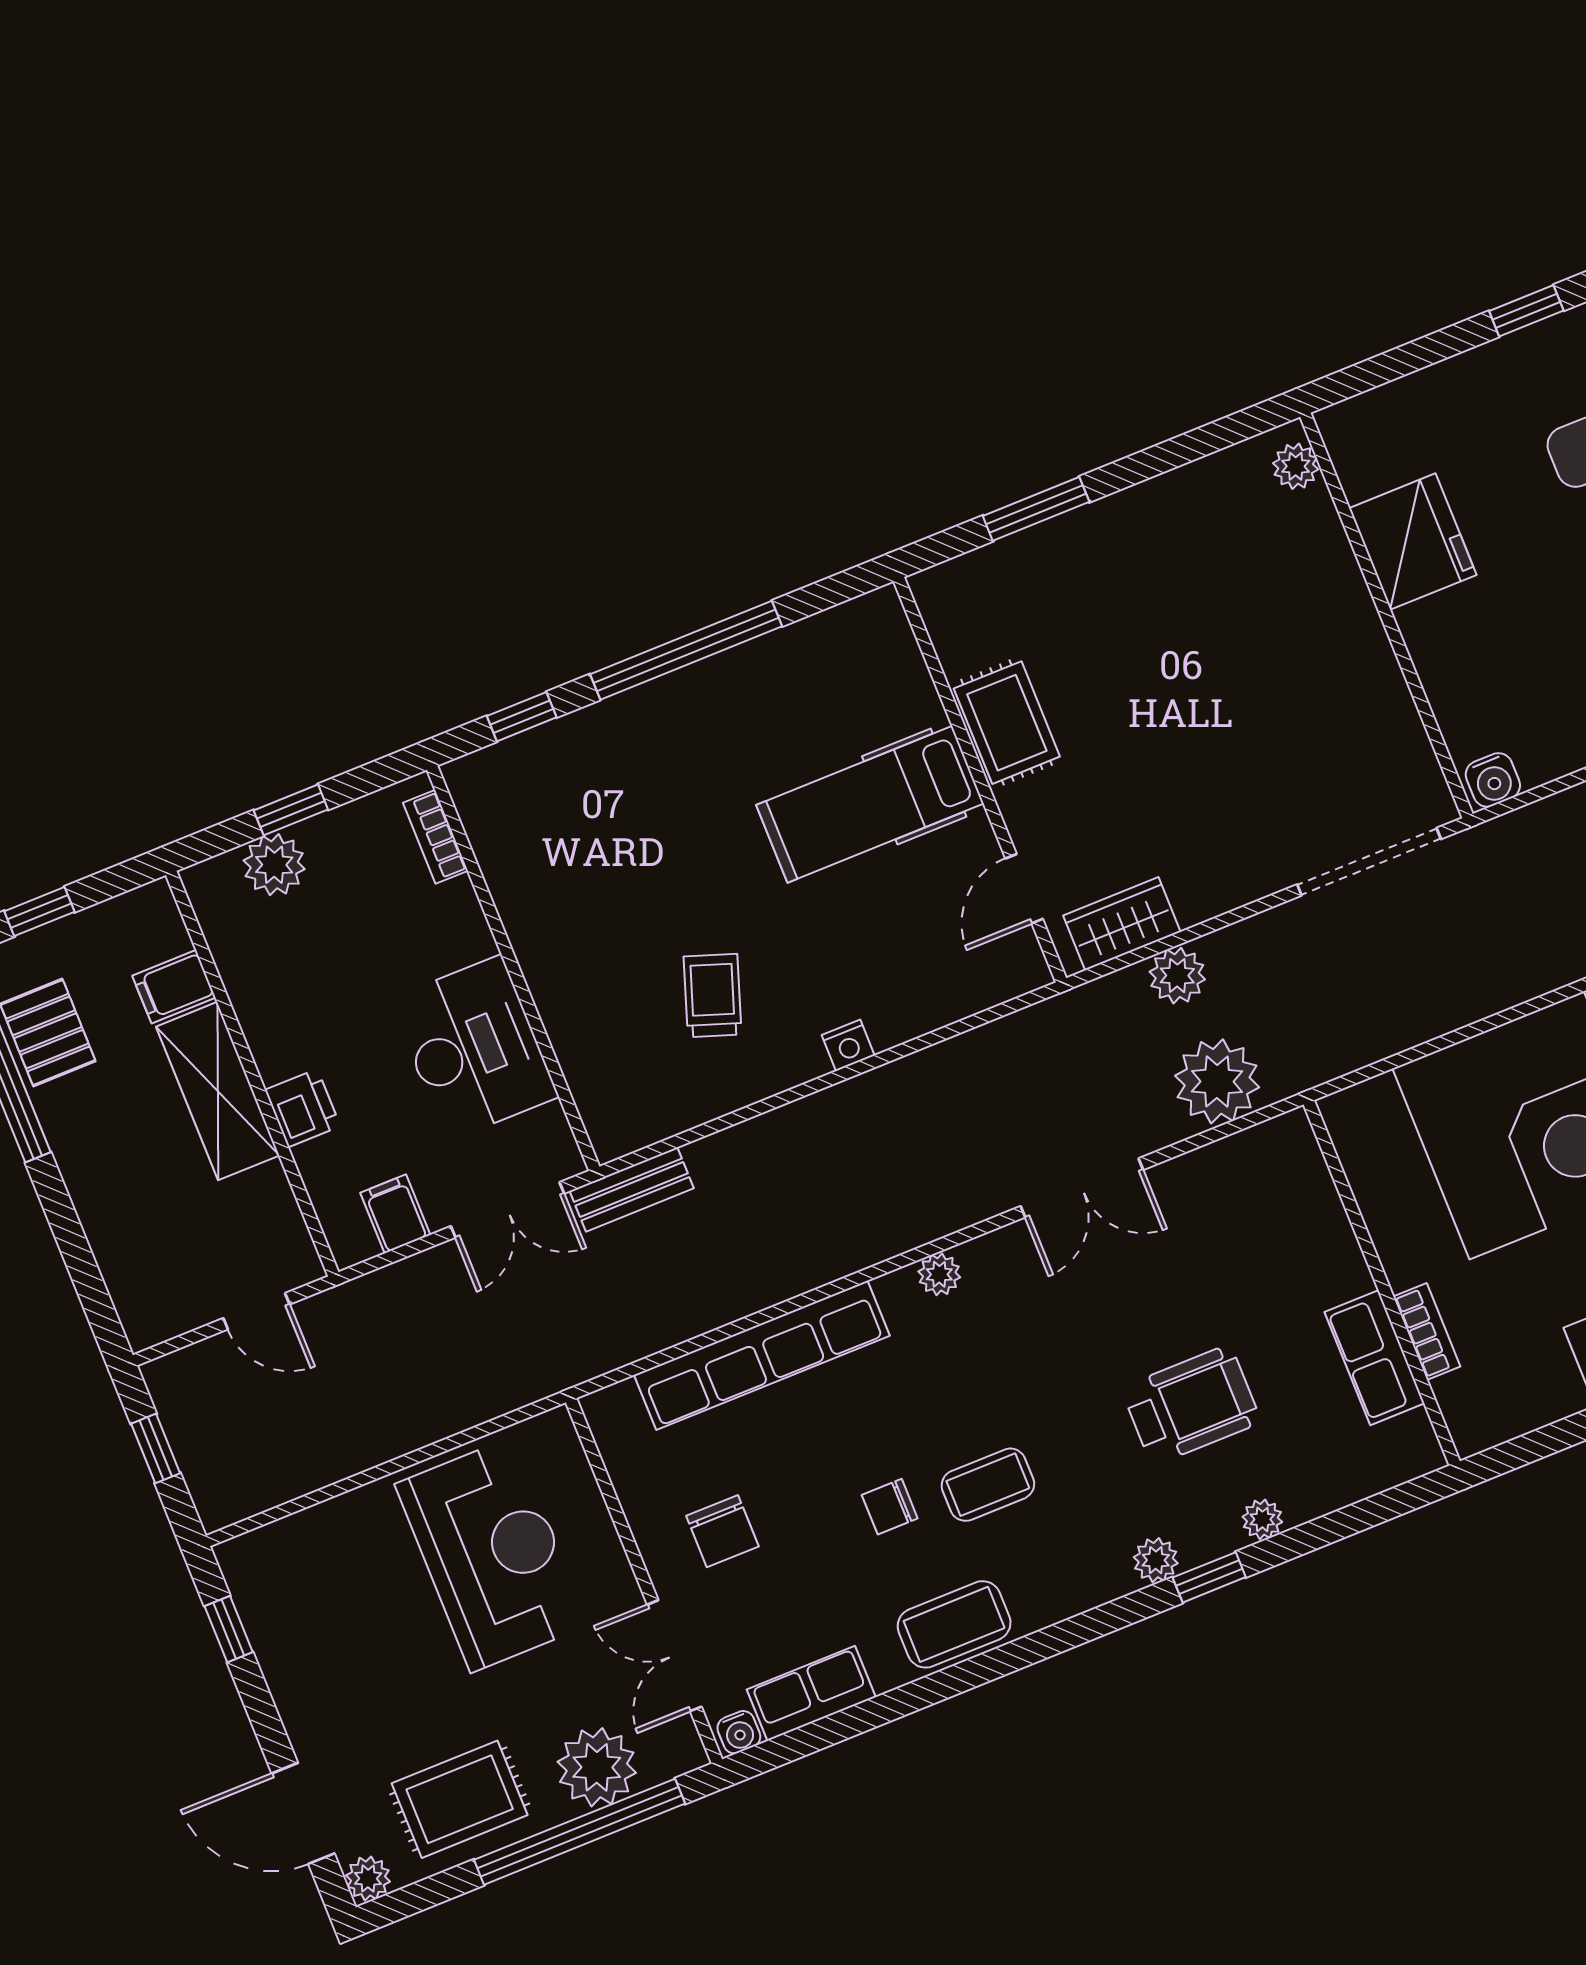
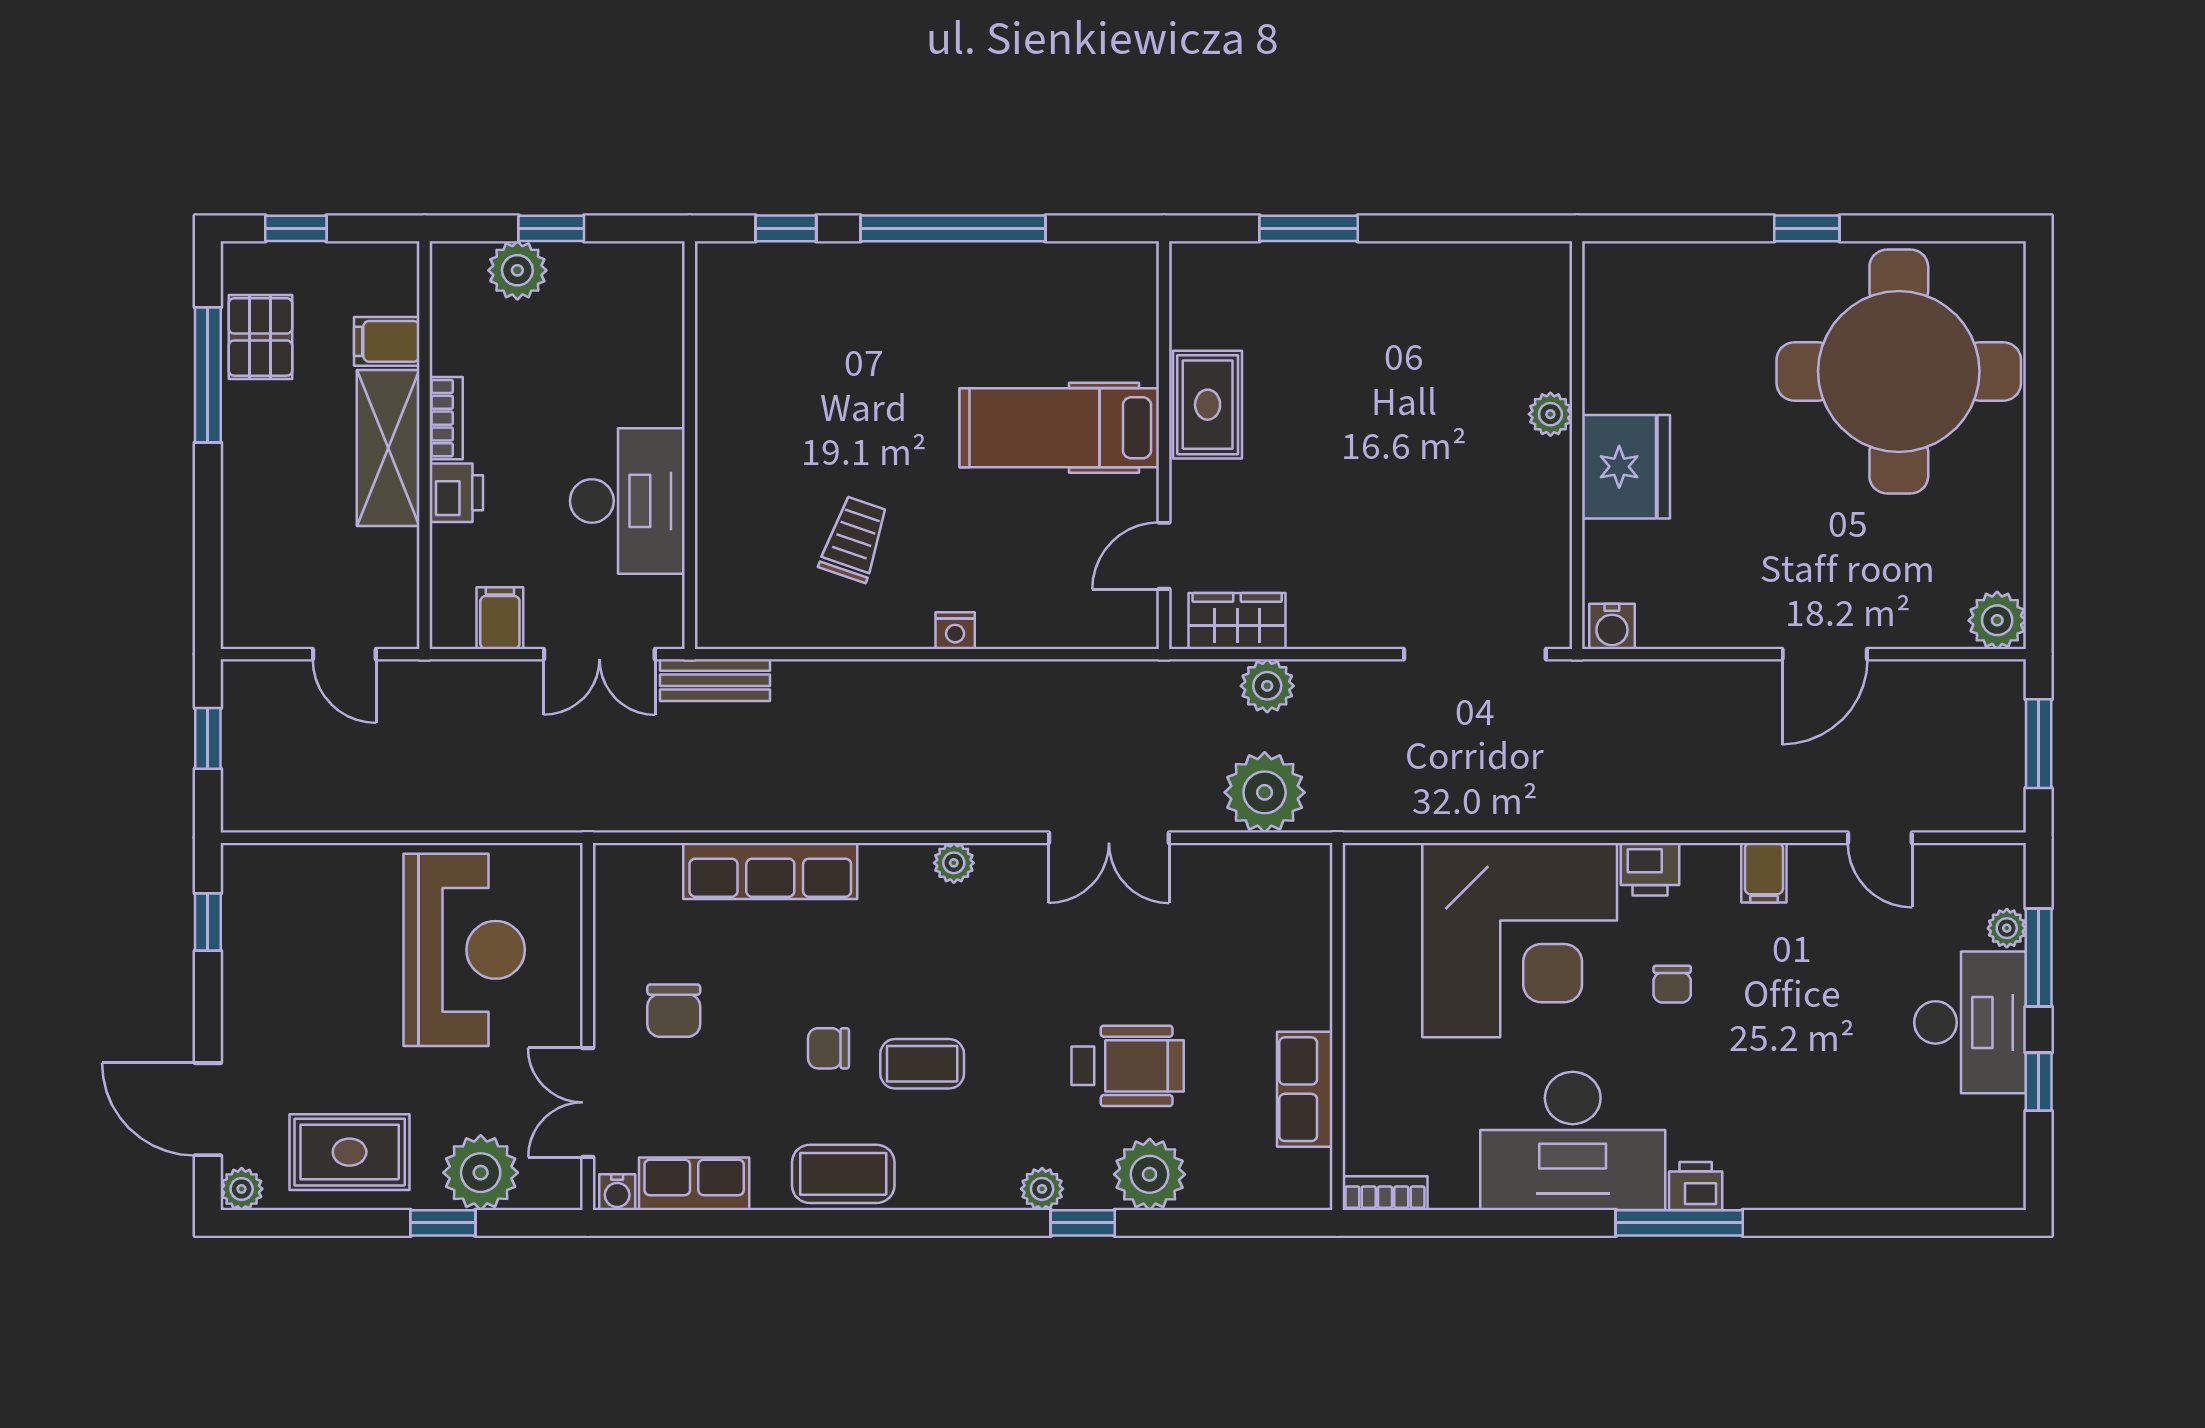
plant: (1296, 466) -> (1550, 414), moved
fridge: (1413, 542) -> (1626, 467), moved
bookcase: (435, 837) -> (446, 418), moved, turned 180
bookcase: (1427, 1332) -> (1385, 1193), moved, turned -90
row of seats: (762, 1355) -> (770, 871), width x0.73
plant: (1262, 1519) -> (1150, 1174), width x1.88, depth x1.88
window: (580, 1832) -> (443, 1223), width x0.32

